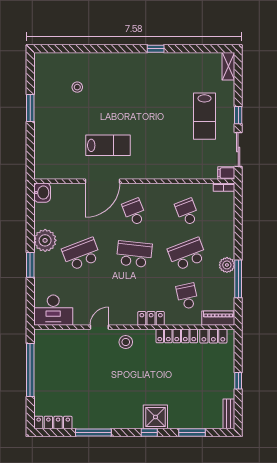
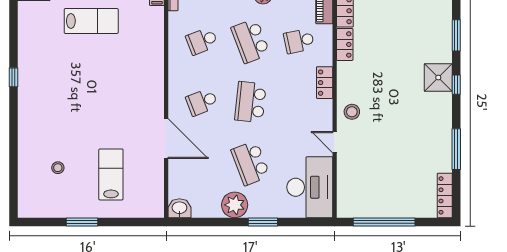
lab bench: (108, 145) -> (111, 174), moved
desk: (53, 310) -> (310, 187), width x1.36, depth x1.30
locker: (177, 336) -> (345, 44), width x0.66

